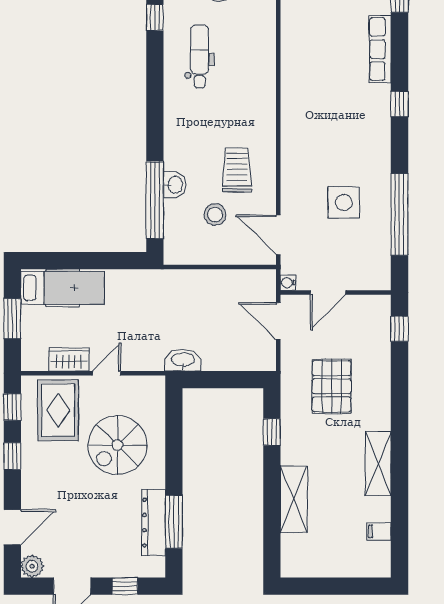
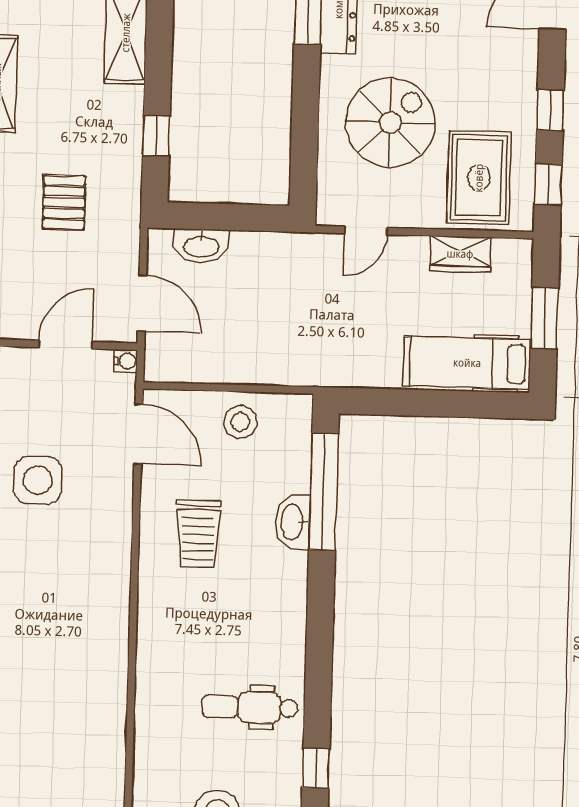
dental chair: (200, 56) -> (250, 707), turned 90
washbasin: (175, 185) -> (293, 522), width x1.38
stool: (215, 215) -> (240, 422), moved
washbasin: (183, 360) -> (201, 246), moved
door: (107, 373) -> (366, 231), moved
pallet: (332, 386) -> (64, 202), width x0.67, depth x0.71

